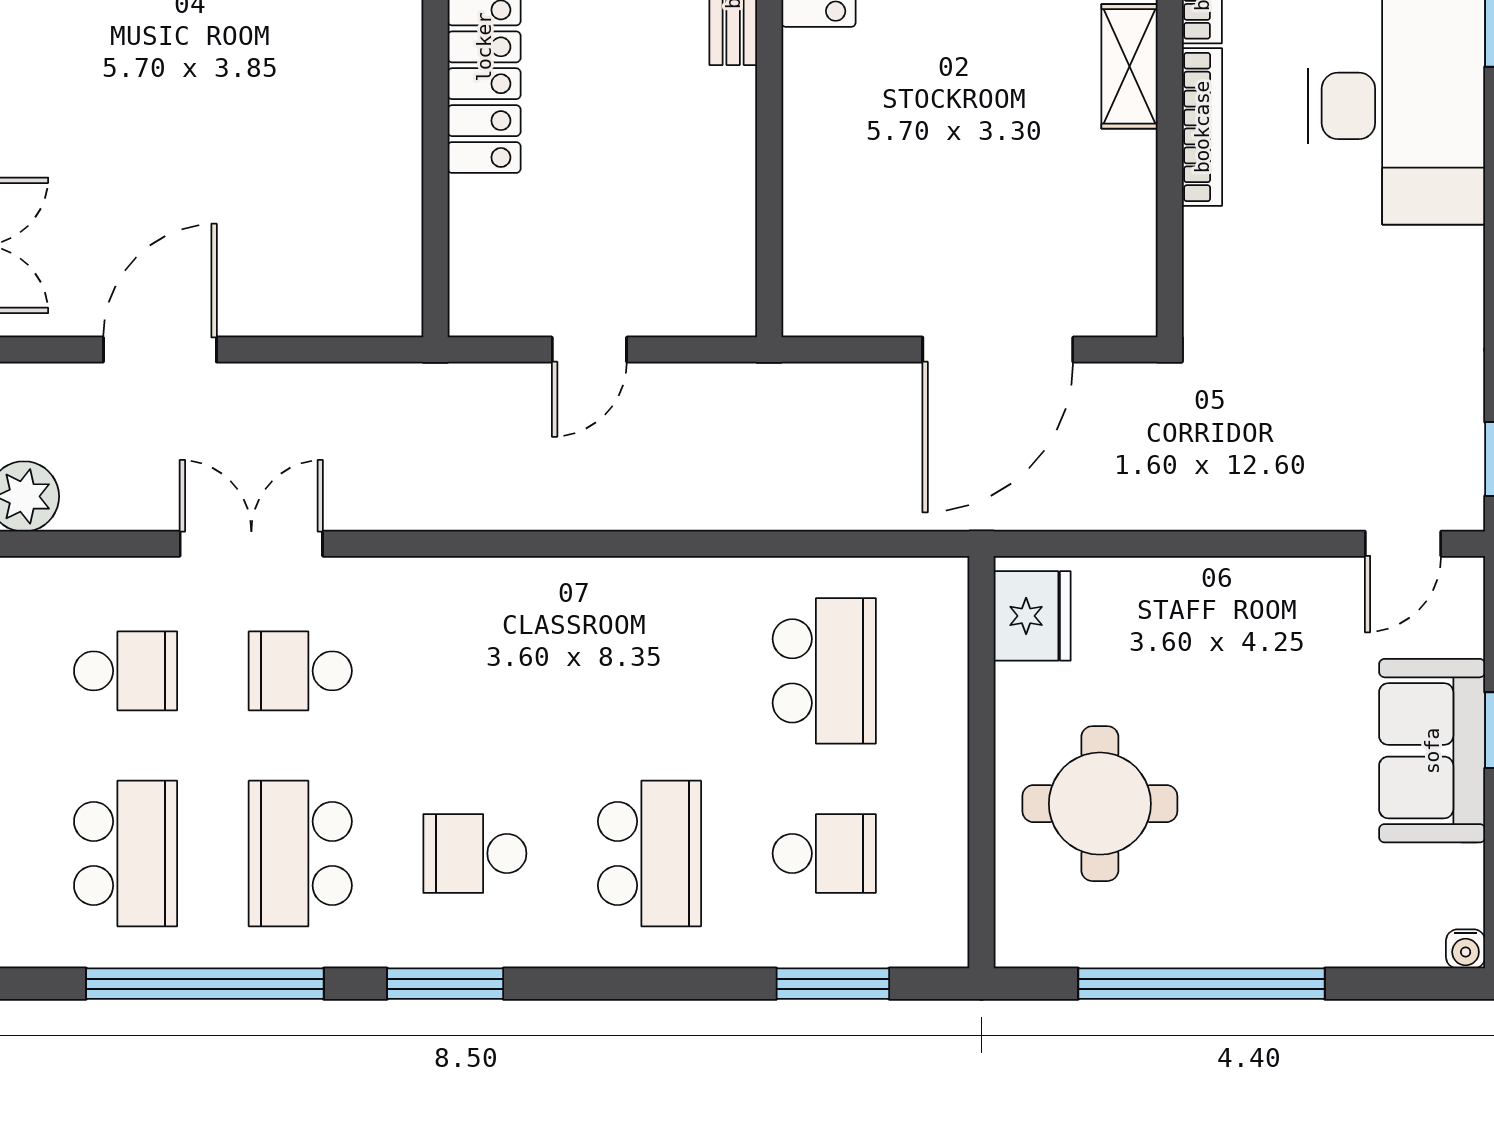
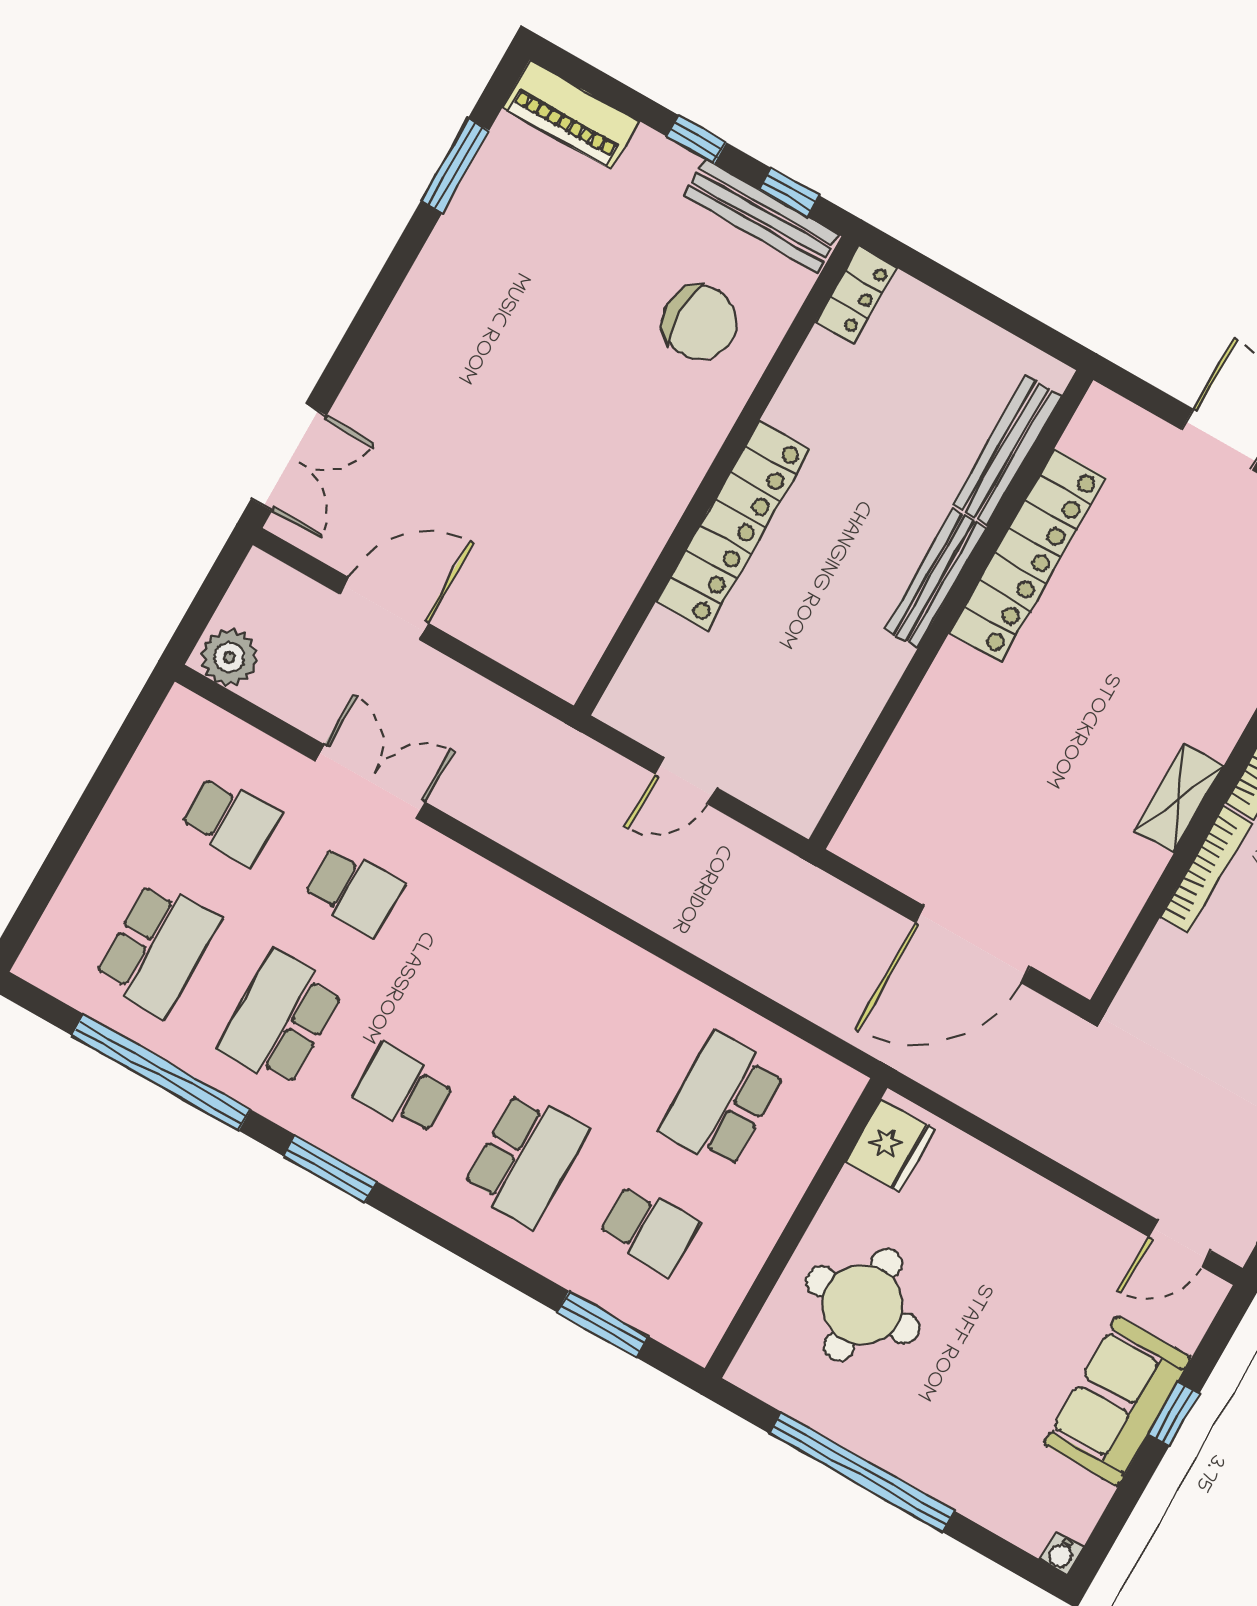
school desk: (300, 671) -> (354, 891), turned 180
school desk: (824, 671) -> (722, 1101), turned 180

